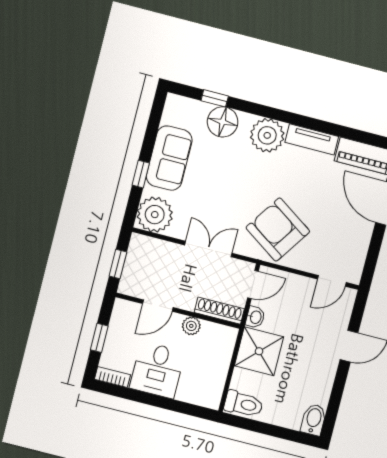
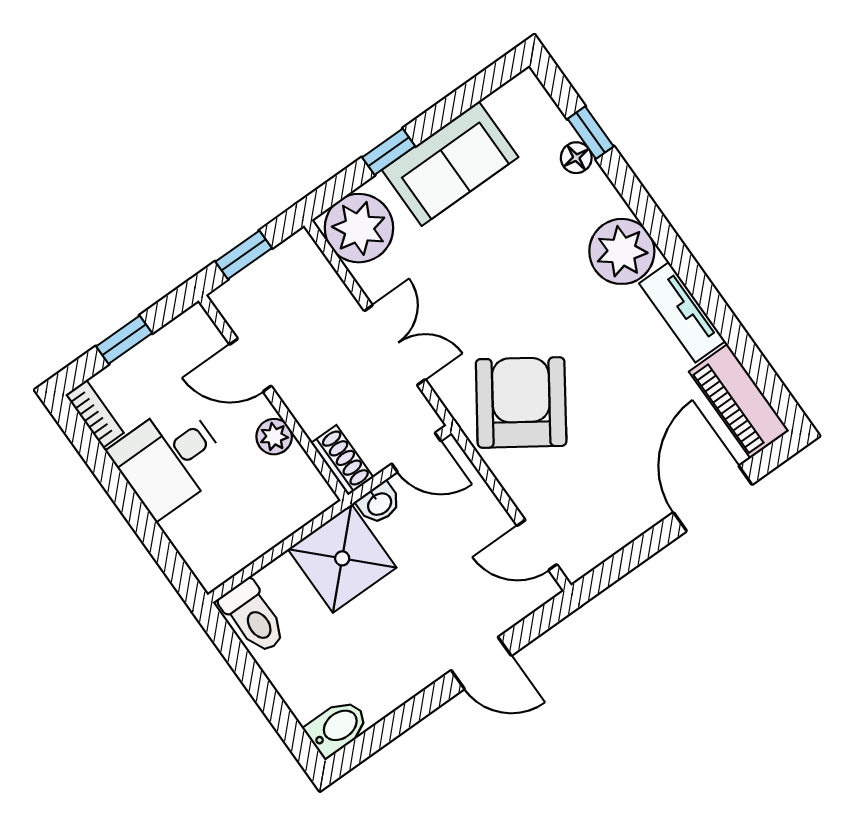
floor lamp: (223, 122) -> (576, 158), width x0.53, depth x0.53
shoe rack: (219, 311) -> (342, 460), width x0.70

